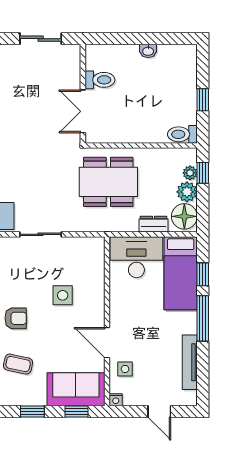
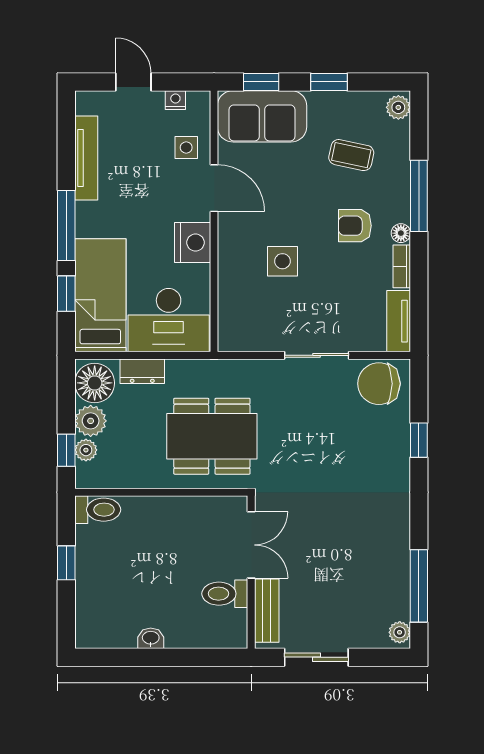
bench: (73, 69) -> (267, 611), added
nightstand: (121, 307) -> (193, 243), added
nightstand: (116, 400) -> (175, 100), moved

